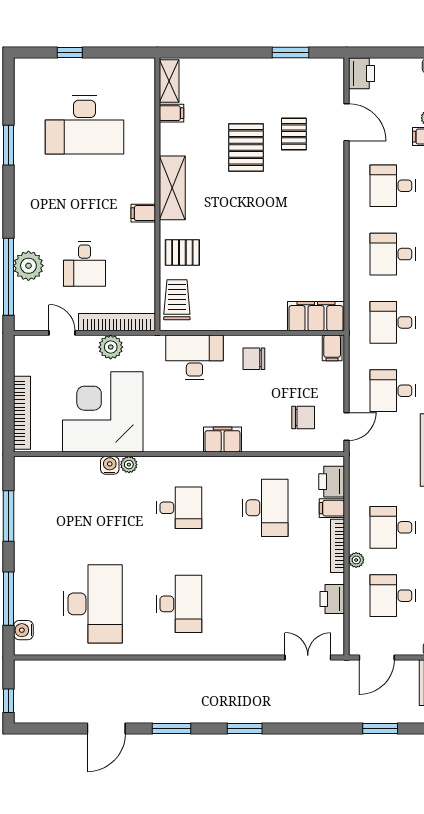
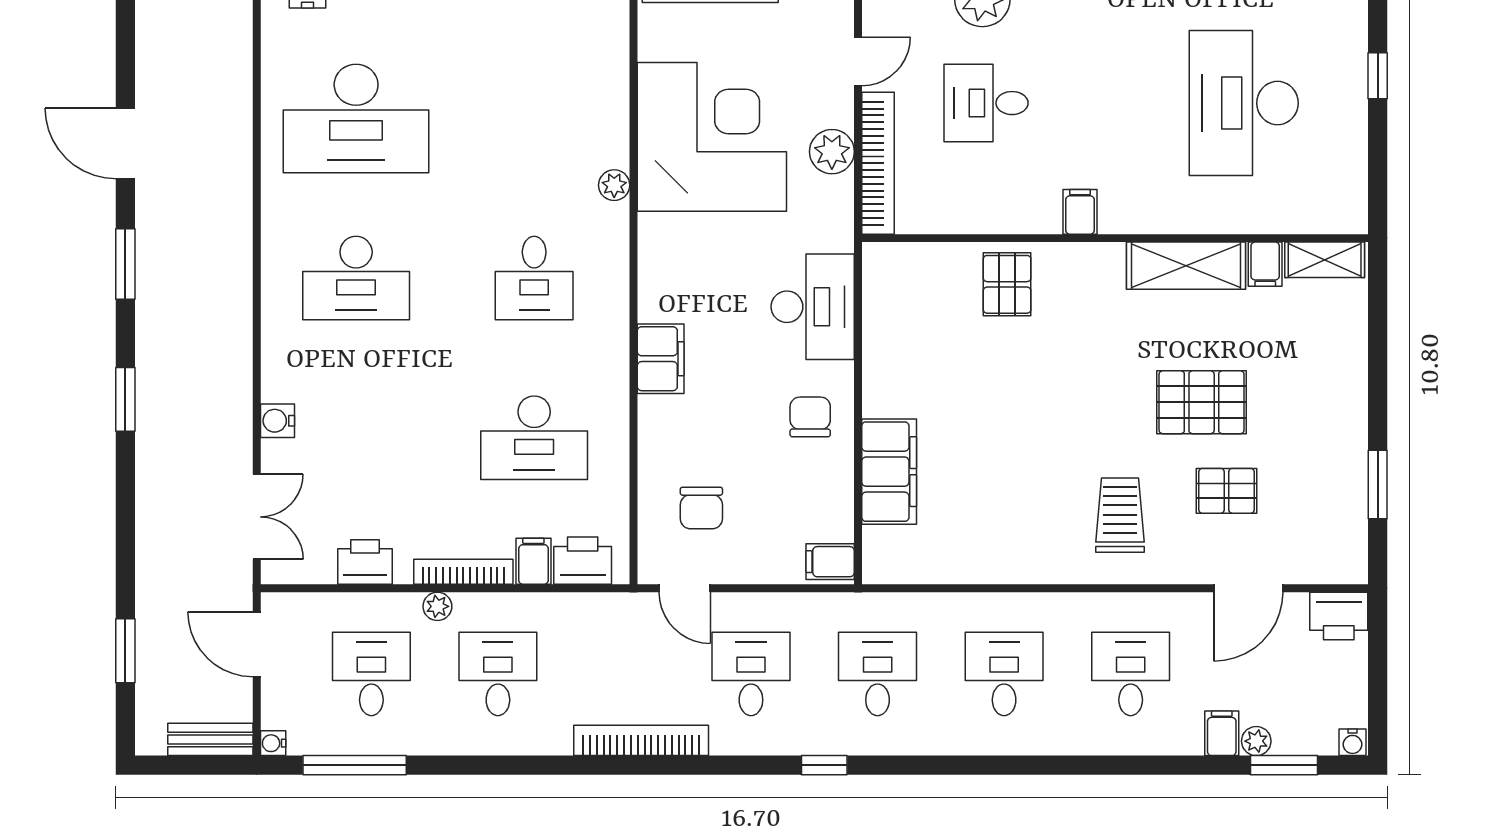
shelving: (172, 188) -> (1186, 266), moved
trolley: (177, 300) -> (1120, 515), moved, turned -90
filing cabinet: (316, 316) -> (889, 472), moved
water cooler: (110, 465) -> (277, 421), moved, turned 180

